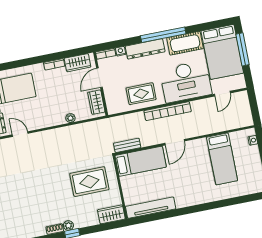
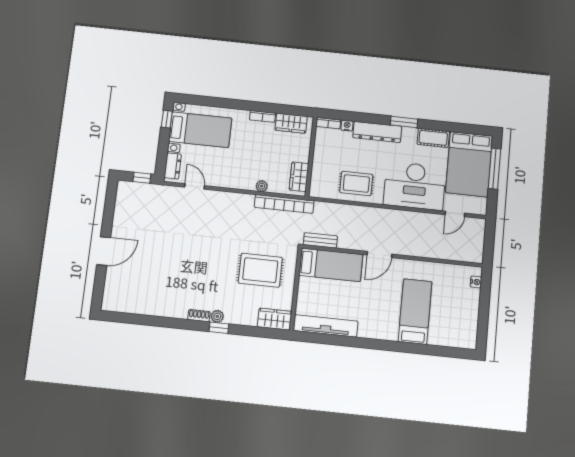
window: (163, 35) -> (404, 122), width x0.47
cot: (185, 43) -> (433, 138), width x0.73, depth x0.75
door: (99, 78) -> (312, 149), removed
bookcase: (168, 111) -> (284, 204), moved
bed: (222, 159) -> (415, 312), moved, turned 180

